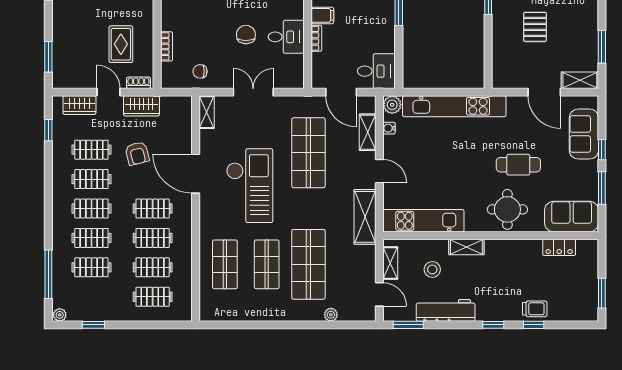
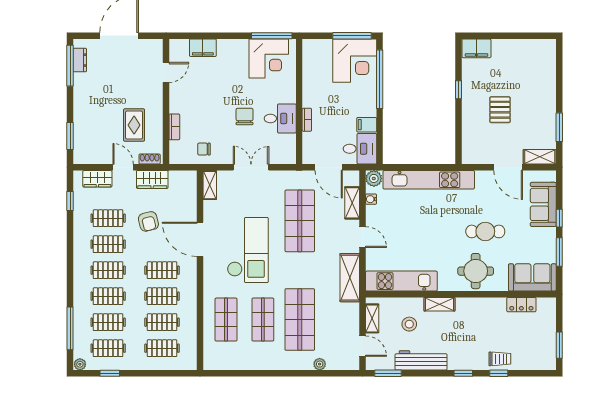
filing cabinet: (322, 15) -> (367, 125), moved, turned 180
clothes rail: (91, 297) -> (108, 348), added

